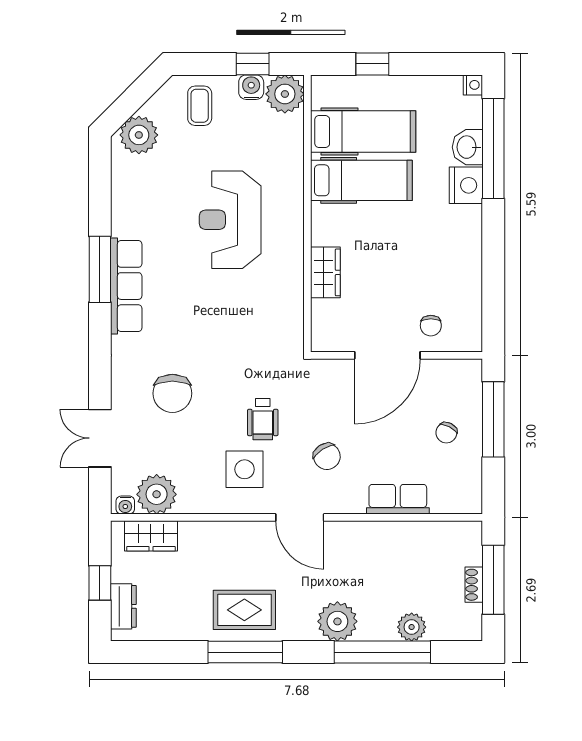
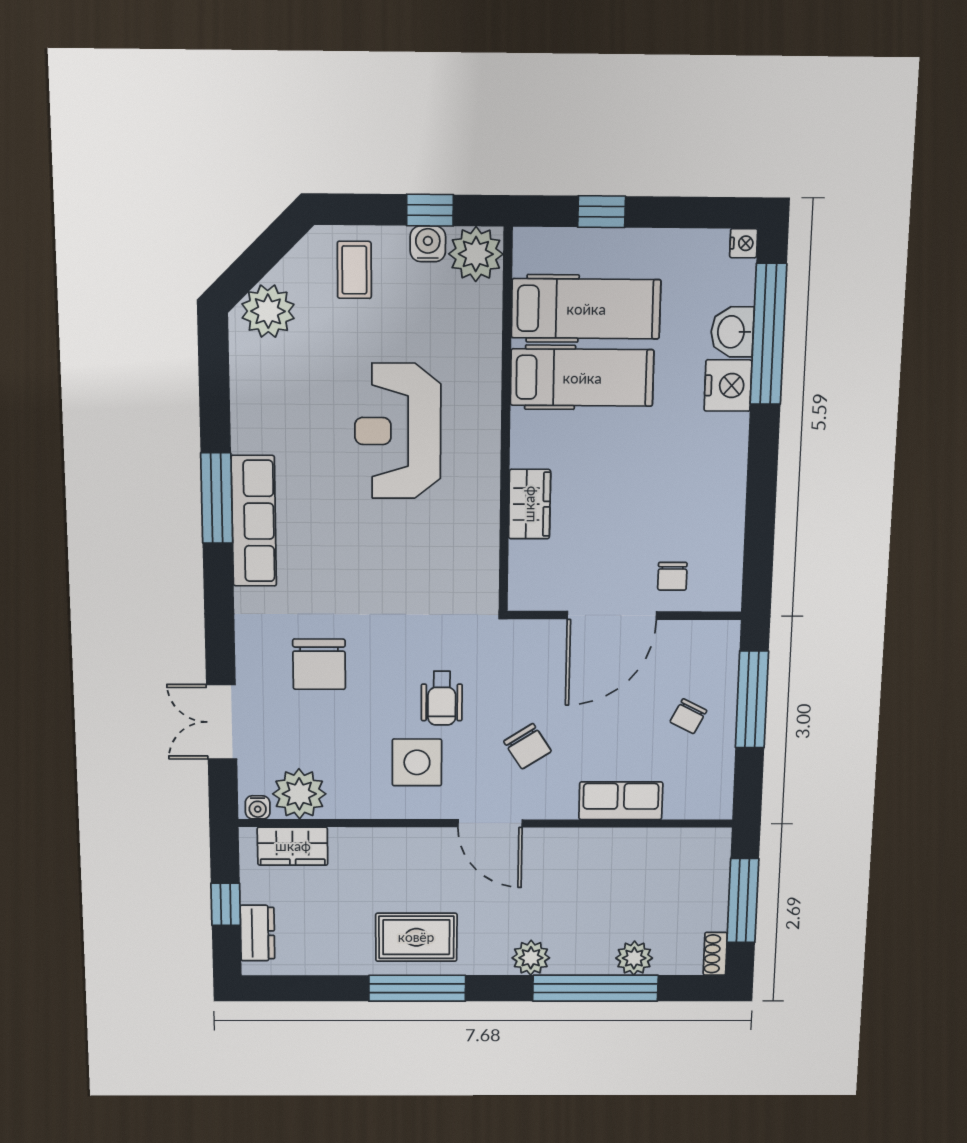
shoe rack: (474, 585) -> (715, 954), moved
plant: (337, 621) -> (531, 958), width x0.73, depth x0.73

